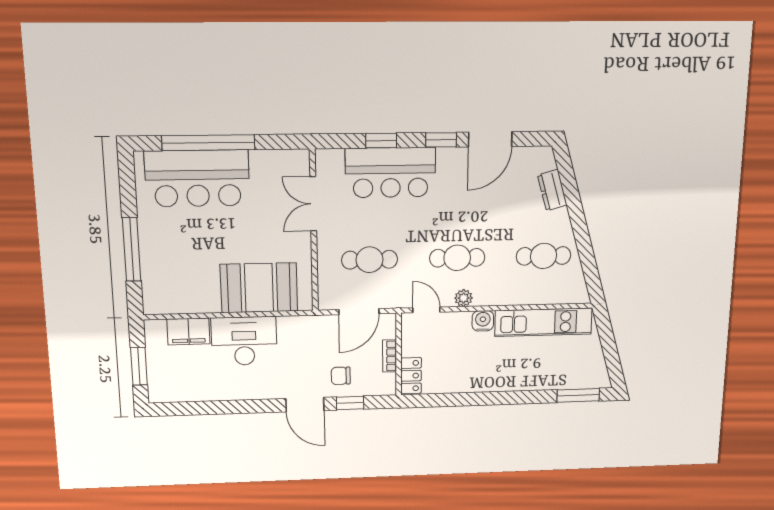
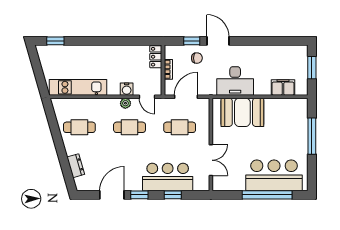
water cooler: (483, 321) -> (127, 89), moved
desk: (244, 341) -> (235, 81), moved
window: (578, 395) -> (55, 41), width x0.67

